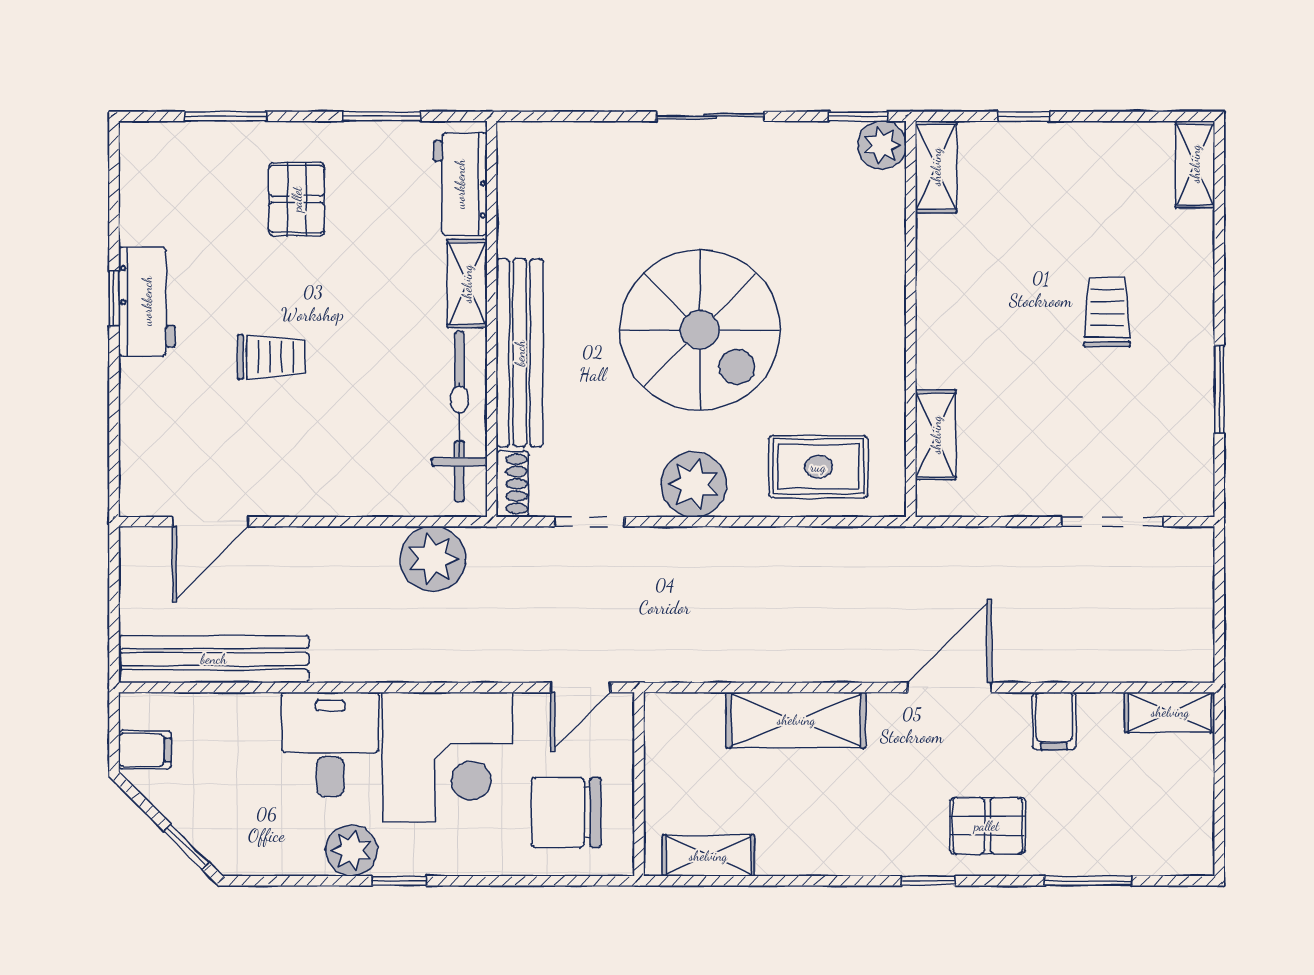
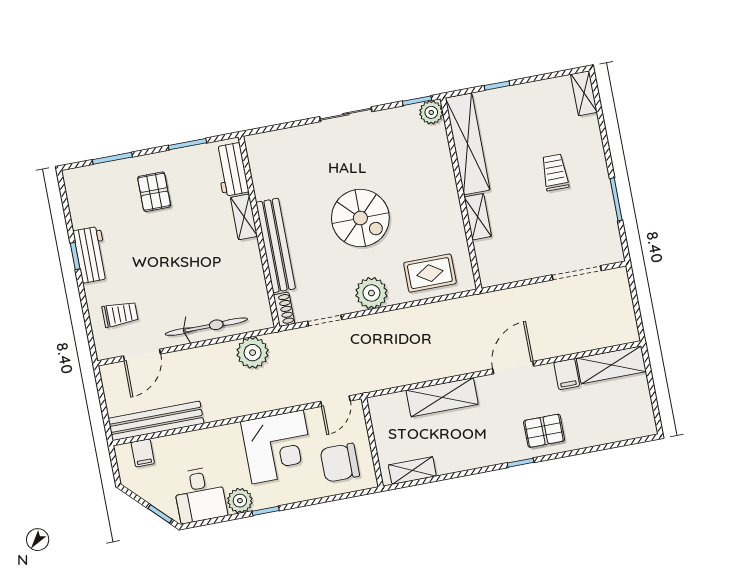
shelving: (936, 167) -> (468, 144), width x2.20, depth x1.33
spiral stairs: (700, 330) -> (360, 218), width x0.73, depth x0.73
trolley: (271, 357) -> (120, 314), moved
bicycle: (459, 417) -> (206, 327), moved, turned 90
shelving: (936, 435) -> (478, 217), moved
shelving: (1170, 712) -> (611, 365), width x1.50, depth x1.33
desk: (330, 744) -> (200, 495), moved, turned 180
filing cabinet: (145, 750) -> (143, 453), moved, turned 90
window: (1088, 881) -> (598, 448), removed

